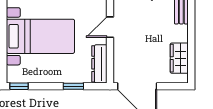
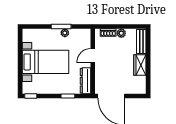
wardrobe: (179, 58) -> (140, 65), moved

